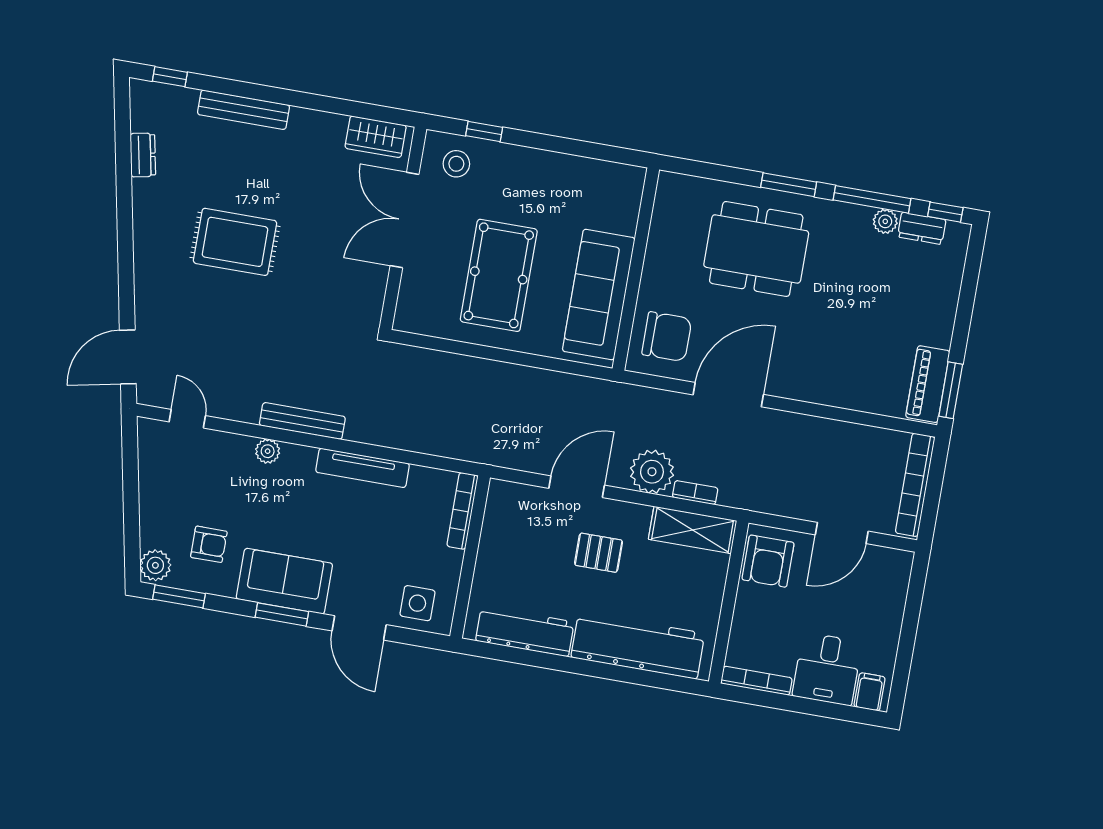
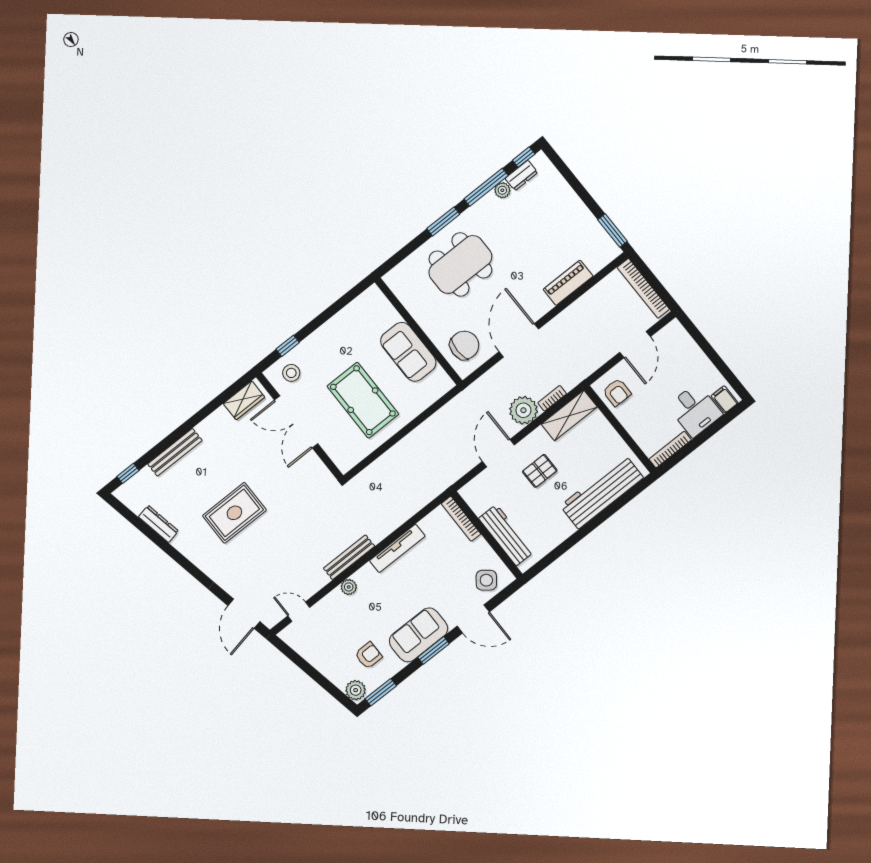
dresser: (143, 155) -> (158, 524), width x1.44
sofa: (599, 295) -> (408, 352), width x0.73
piano: (928, 384) -> (568, 283), moved, turned 90
armchair: (768, 561) -> (617, 392), width x0.72, depth x0.72
side table: (417, 603) -> (486, 580), turned 38
workbench: (525, 631) -> (506, 535), moved, turned 90

